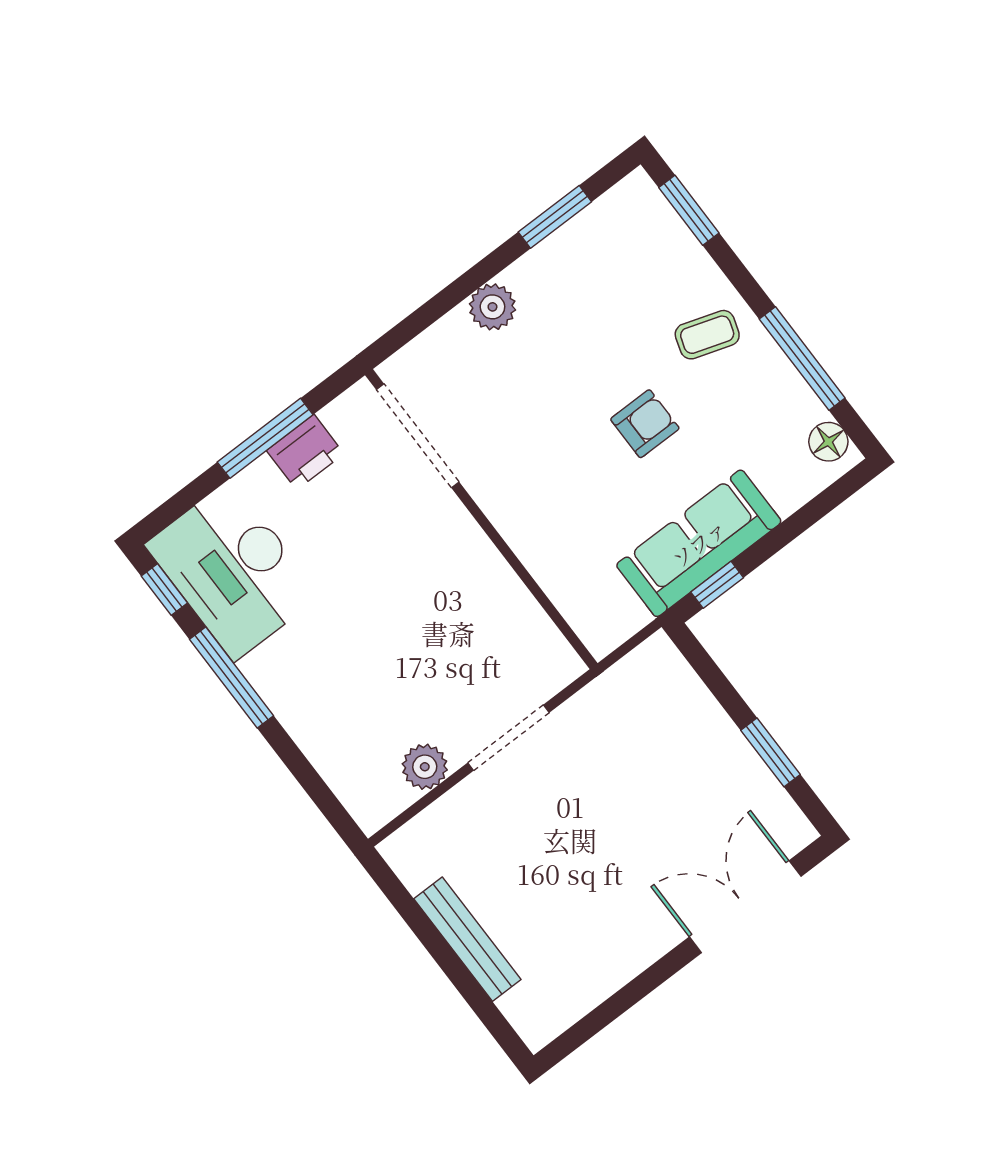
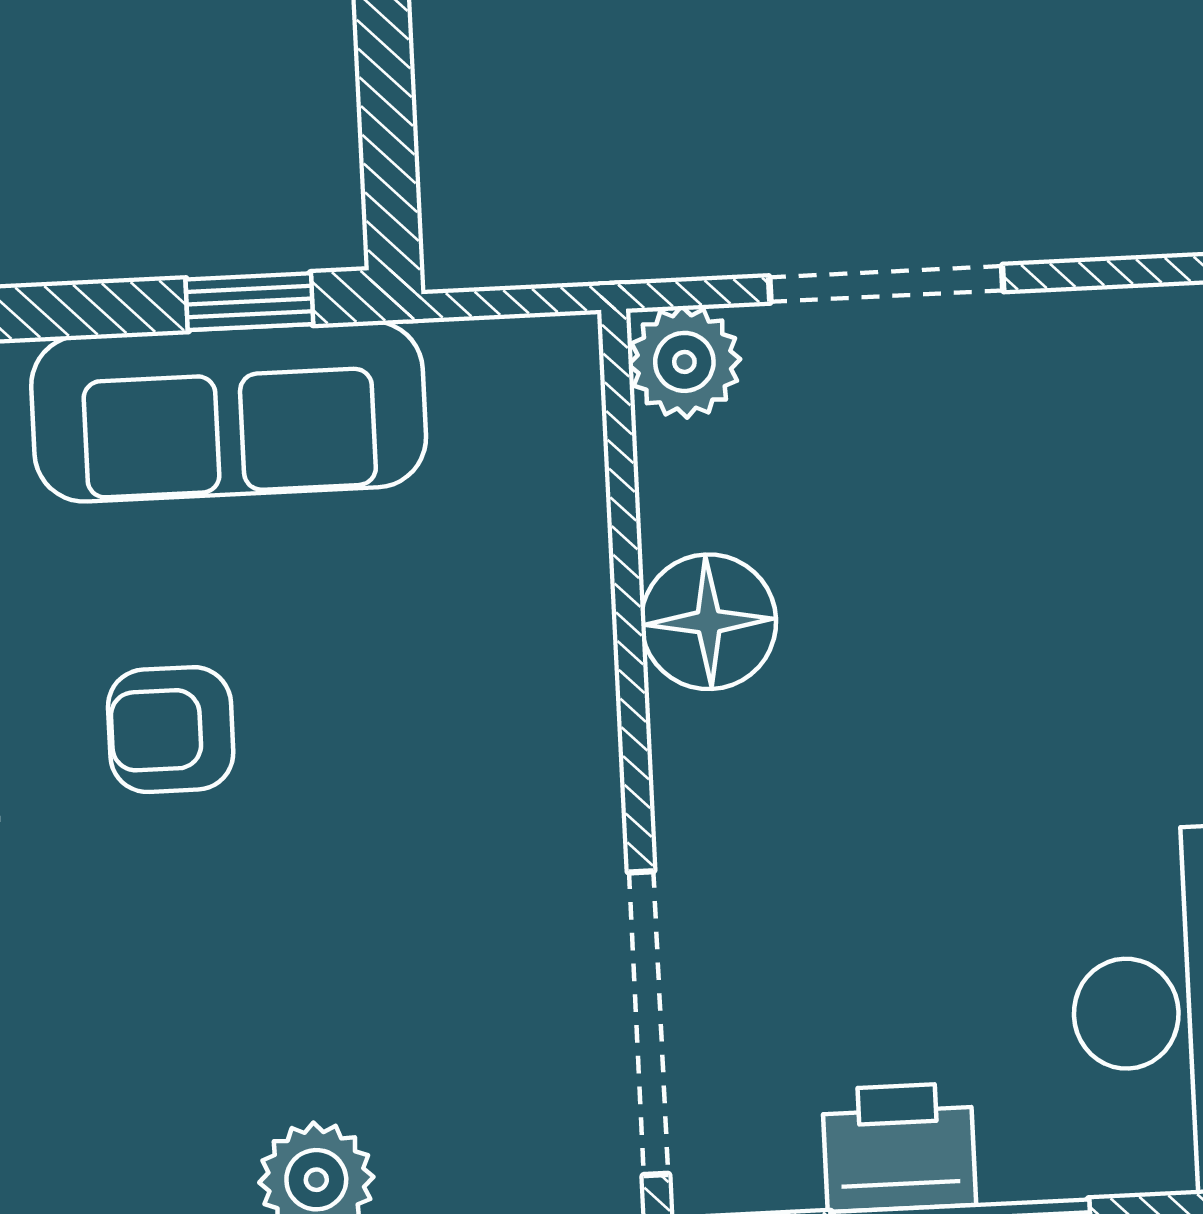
floor lamp: (490, 584) -> (709, 622), added
plant: (425, 767) -> (684, 362), moved

